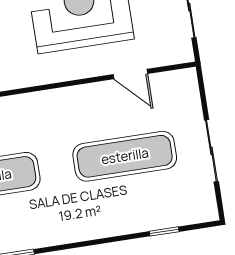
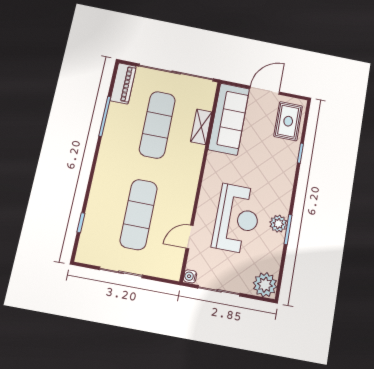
water cooler: (184, 54) -> (190, 276), added

